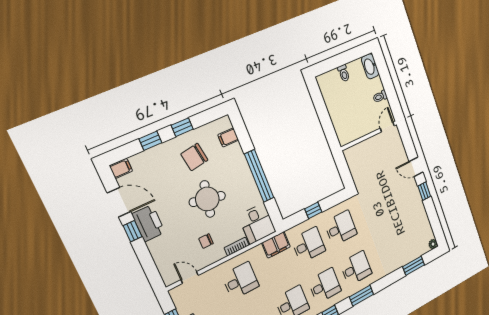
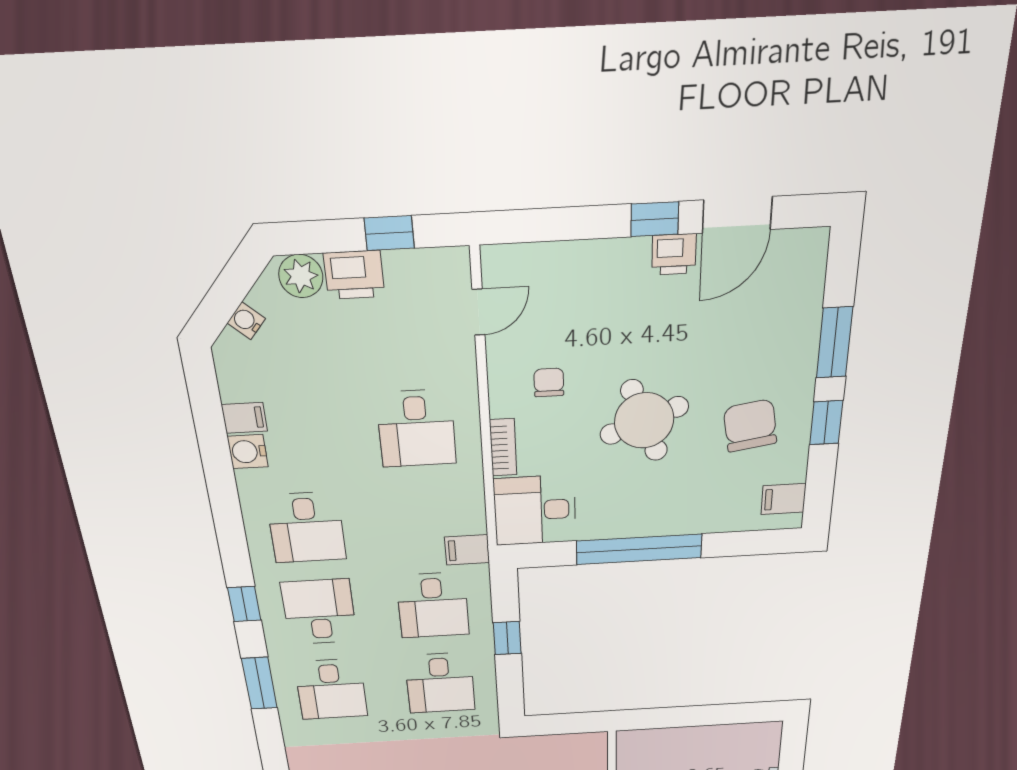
filing cabinet: (228, 137) -> (783, 499), moved, turned -90
window: (150, 141) -> (834, 343), width x1.50
filing cabinet: (121, 168) -> (810, 251), removed
round table: (207, 199) -> (644, 421), turned -33
printer: (149, 223) -> (674, 254), width x0.53, depth x0.68
filing cabinet: (276, 245) -> (467, 550), width x0.50
desk: (325, 286) -> (319, 612), turned 180

